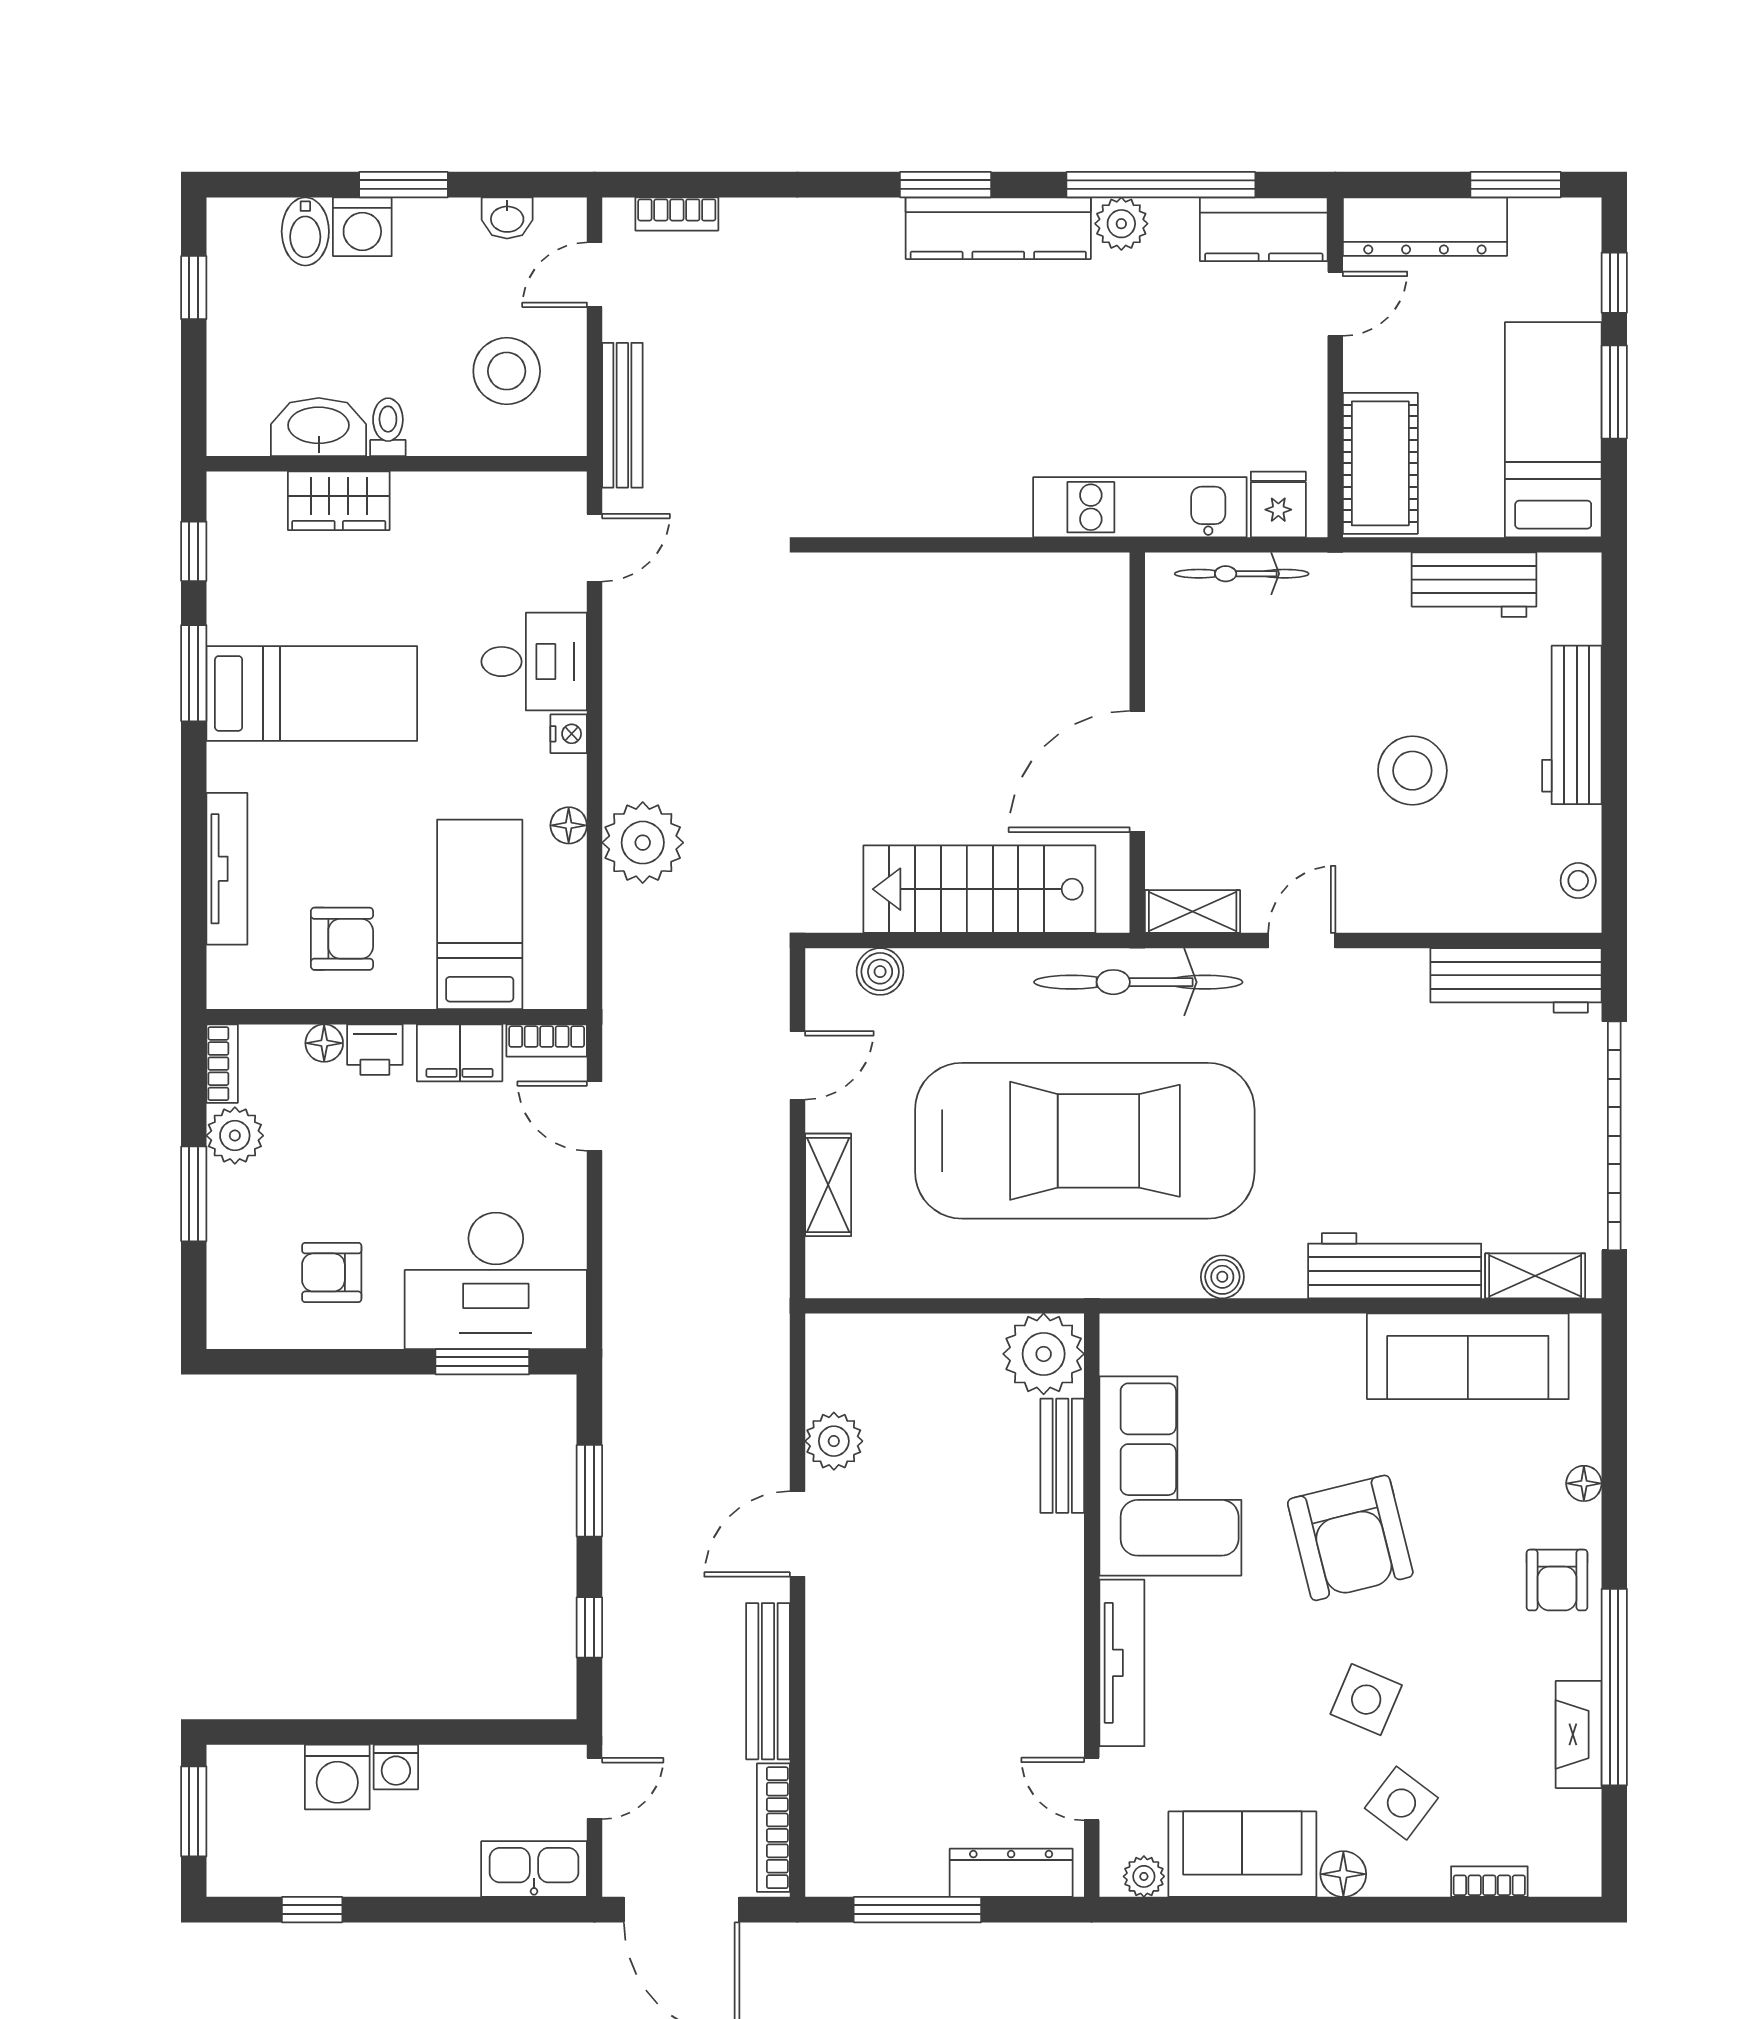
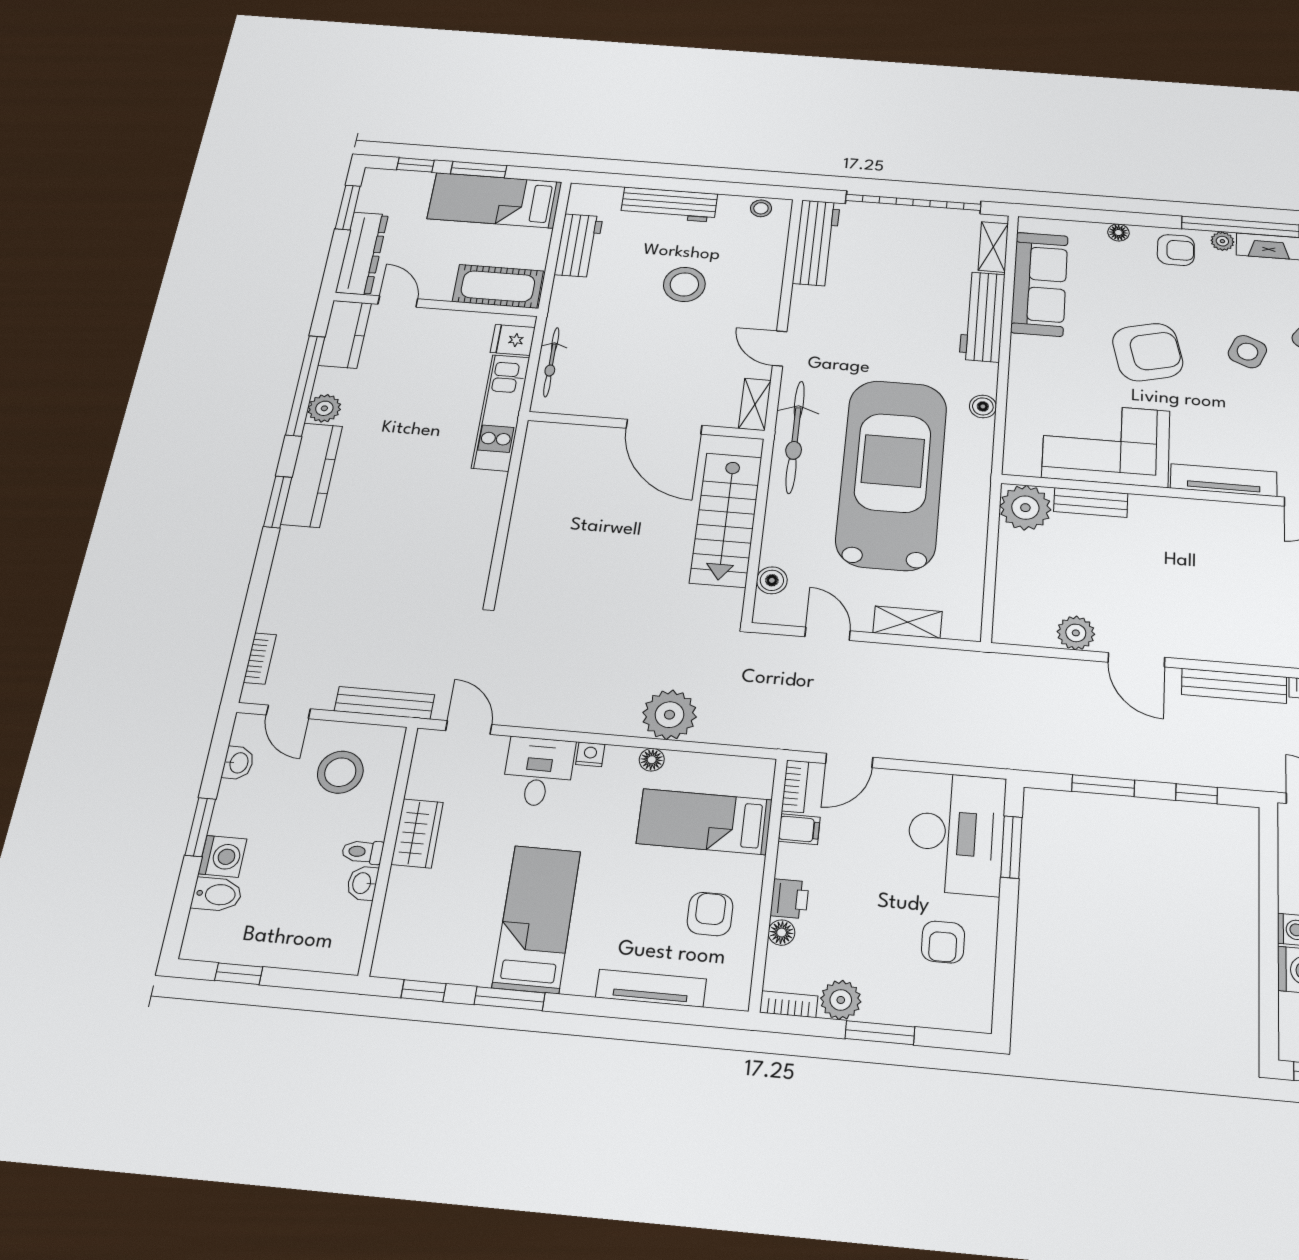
washbasin: (319, 427) -> (362, 883), width x0.52, depth x0.69
wardrobe: (339, 501) -> (417, 833), moved
filing cabinet: (460, 1053) -> (799, 829), width x0.50
plant: (1582, 1657) -> (1222, 241), added

